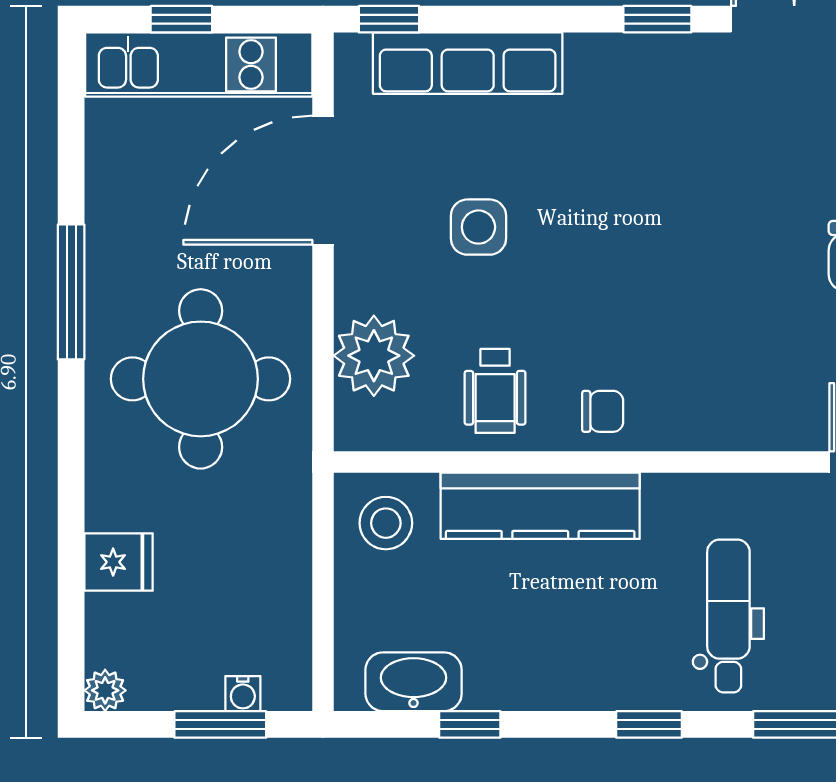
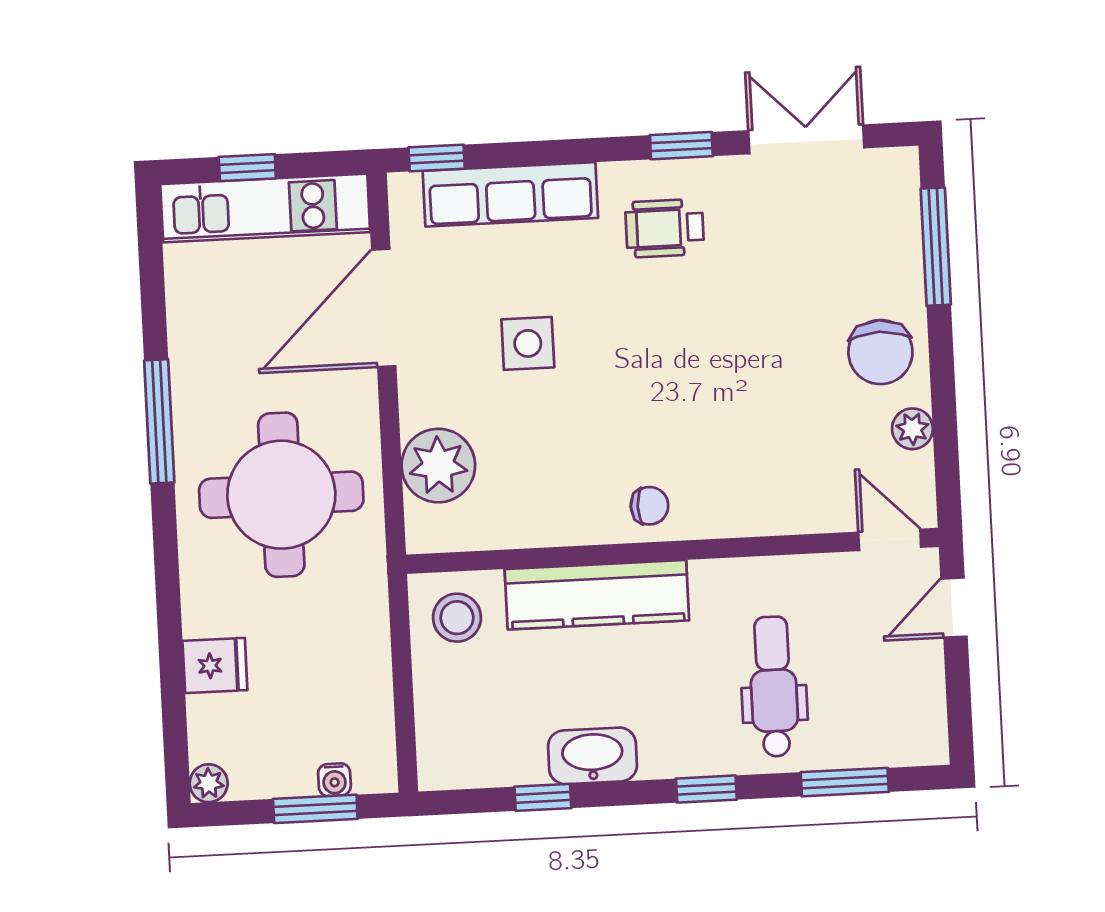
wheelchair: (495, 391) -> (665, 228), moved, turned 90
washbasin: (414, 682) -> (592, 756), moved

